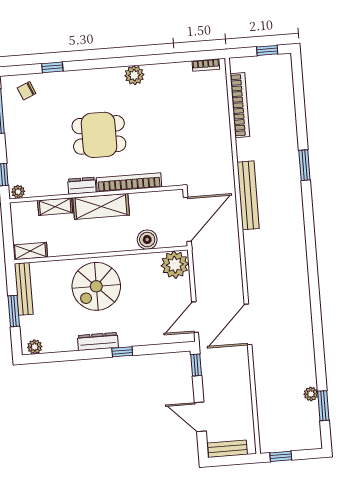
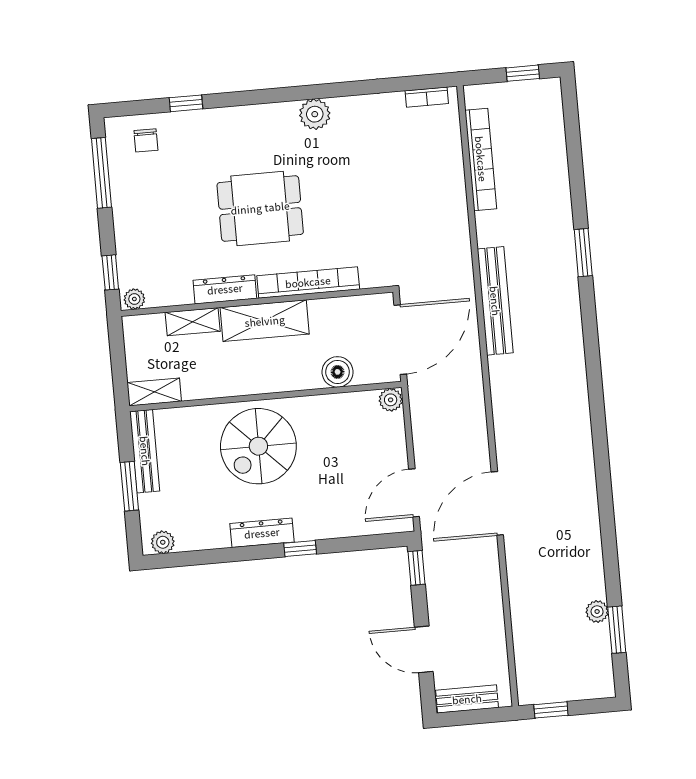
chair: (27, 91) -> (146, 140), turned -67
dresser: (82, 186) -> (225, 289), width x1.44
plant: (175, 265) -> (391, 400), width x0.53, depth x0.53

